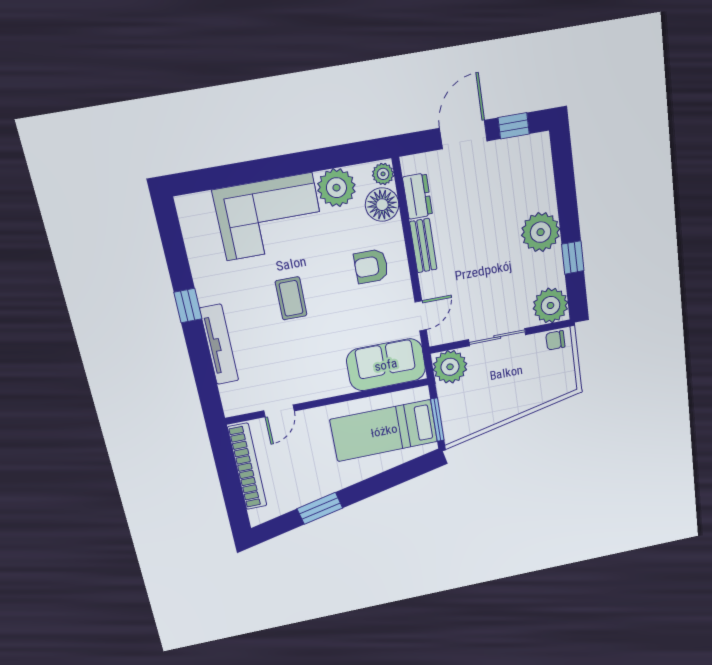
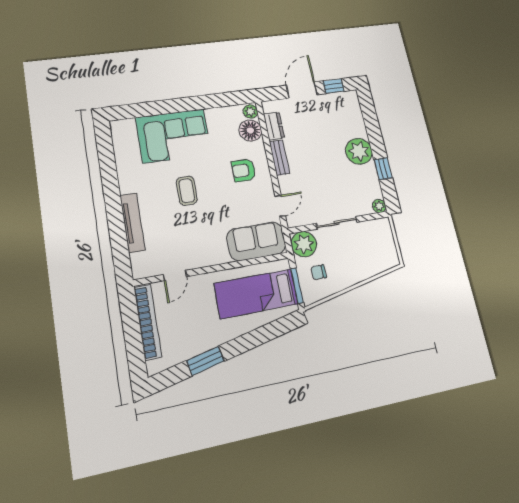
plant: (336, 188) -> (220, 119), removed
plant: (550, 305) -> (379, 206), width x0.53, depth x0.53
window: (188, 306) -> (112, 194), removed
chair: (555, 340) -> (319, 272), moved

